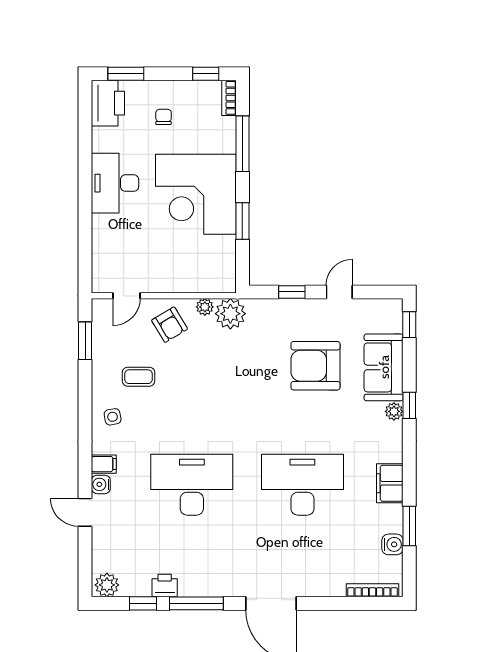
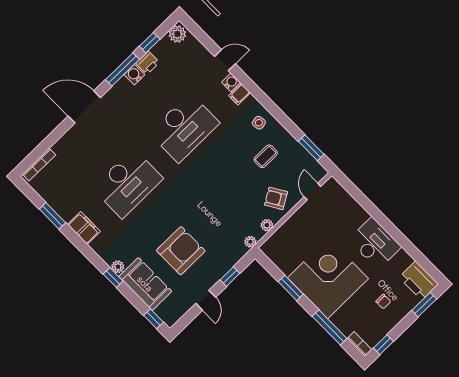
plant: (230, 314) -> (250, 242), width x0.53, depth x0.53
water cooler: (392, 544) -> (134, 75), moved, turned 90

